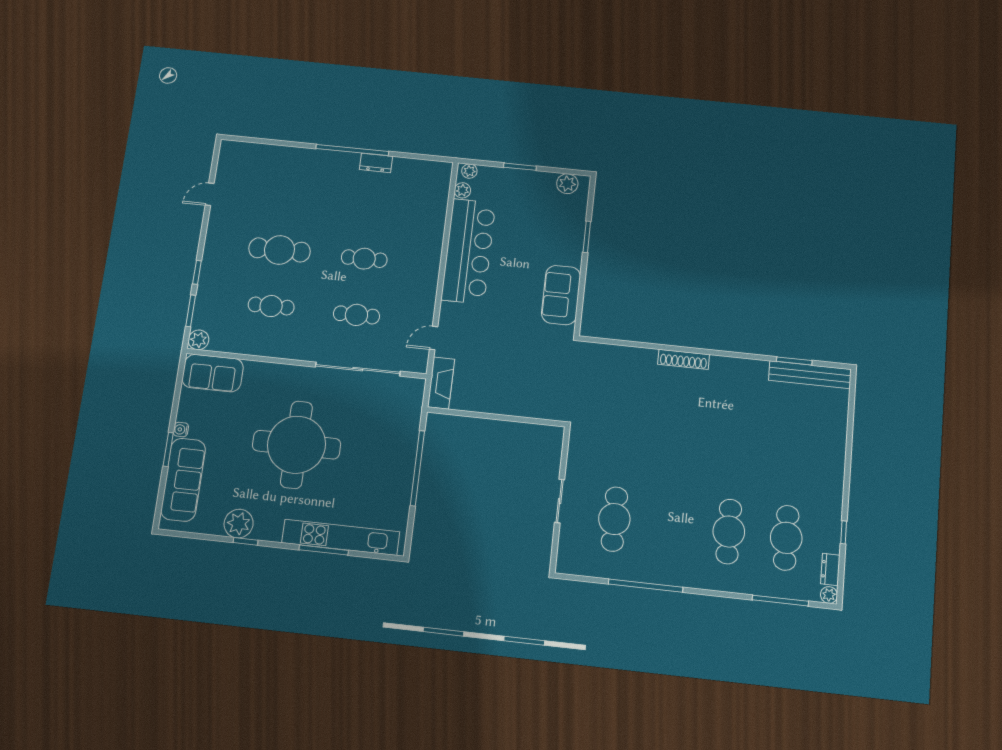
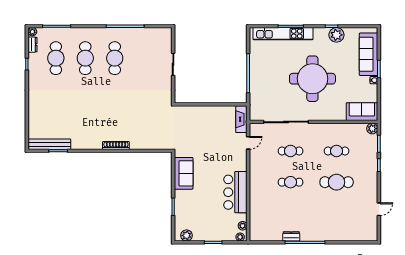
bar counter: (468, 251) -> (235, 192), width x0.73
cafe table: (614, 519) -> (115, 58), moved

